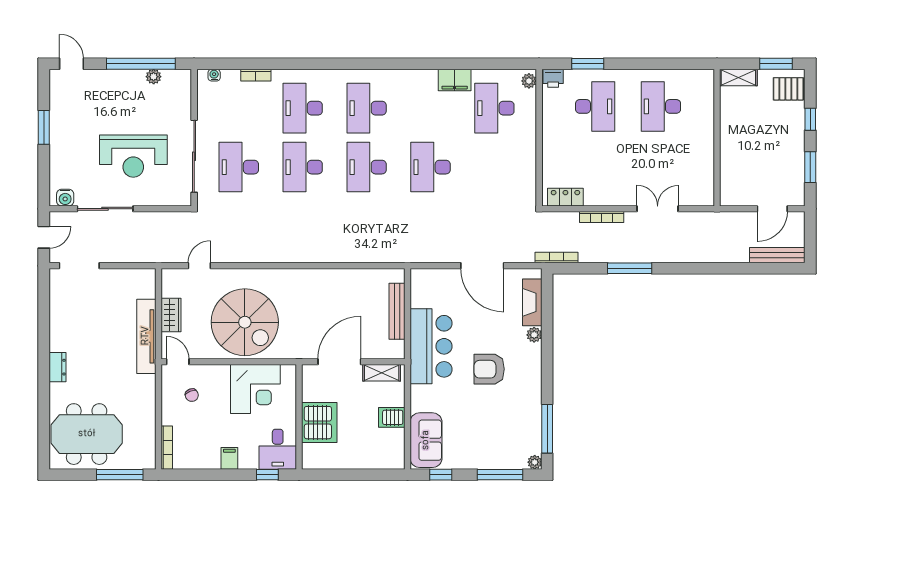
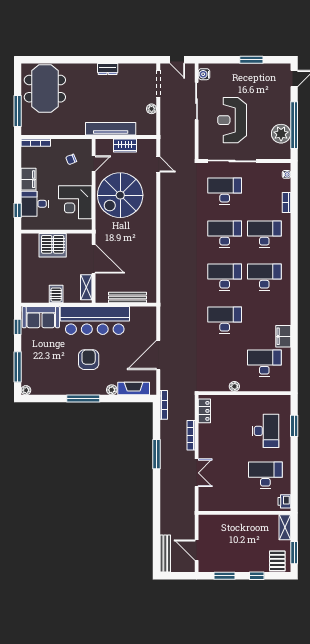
plant: (154, 77) -> (281, 134), width x1.87, depth x1.87
printer: (553, 78) -> (284, 501), moved
plant: (529, 81) -> (234, 386), moved
desk: (595, 106) -> (265, 431), turned -90
plant: (117, 276) -> (152, 109), added
bar counter: (431, 346) -> (95, 320), width x1.36
door: (178, 362) -> (94, 163), moved
dresser: (58, 367) -> (108, 69), moved
window: (547, 429) -> (83, 399), moved
desk: (278, 449) -> (35, 204), moved
filing cabinet: (229, 458) -> (29, 179), width x2.00

